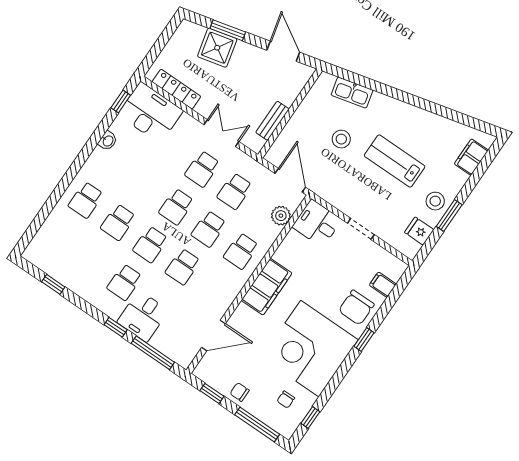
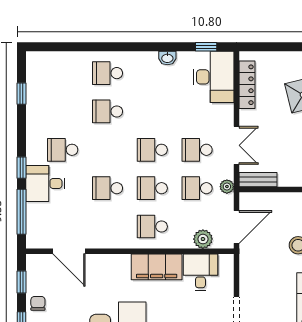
bench: (272, 121) -> (258, 180), moved
plant: (251, 165) -> (227, 187), added
desk: (317, 223) -> (200, 272), moved
school desk: (150, 244) -> (107, 150), removed
filing cabinet: (267, 287) -> (157, 267), moved

